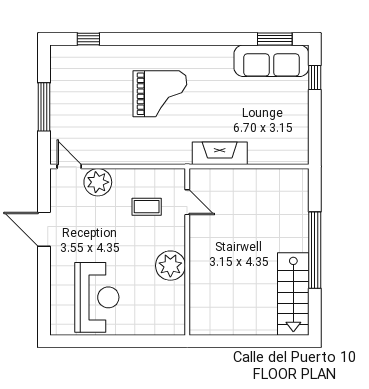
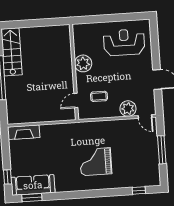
fireplace: (220, 153) -> (24, 132), moved
door: (187, 202) -> (76, 100), hinge flipped
reception desk: (97, 297) -> (124, 42), turned 90

